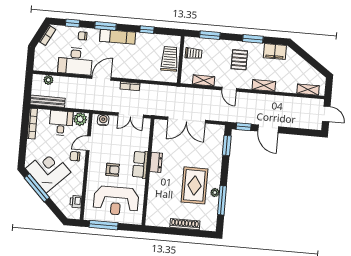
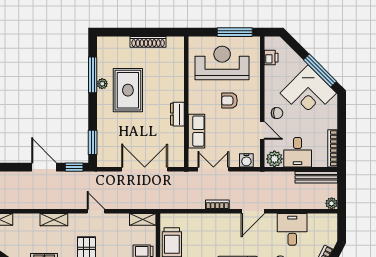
desk: (75, 61) -> (292, 229), width x0.73
plant: (48, 80) -> (332, 203), moved
shelving: (204, 80) -> (143, 219), moved
door: (88, 143) -> (262, 130), hinge flipped
row of seats: (140, 165) -> (196, 131), moved
shoe rack: (185, 224) -> (148, 42), moved

